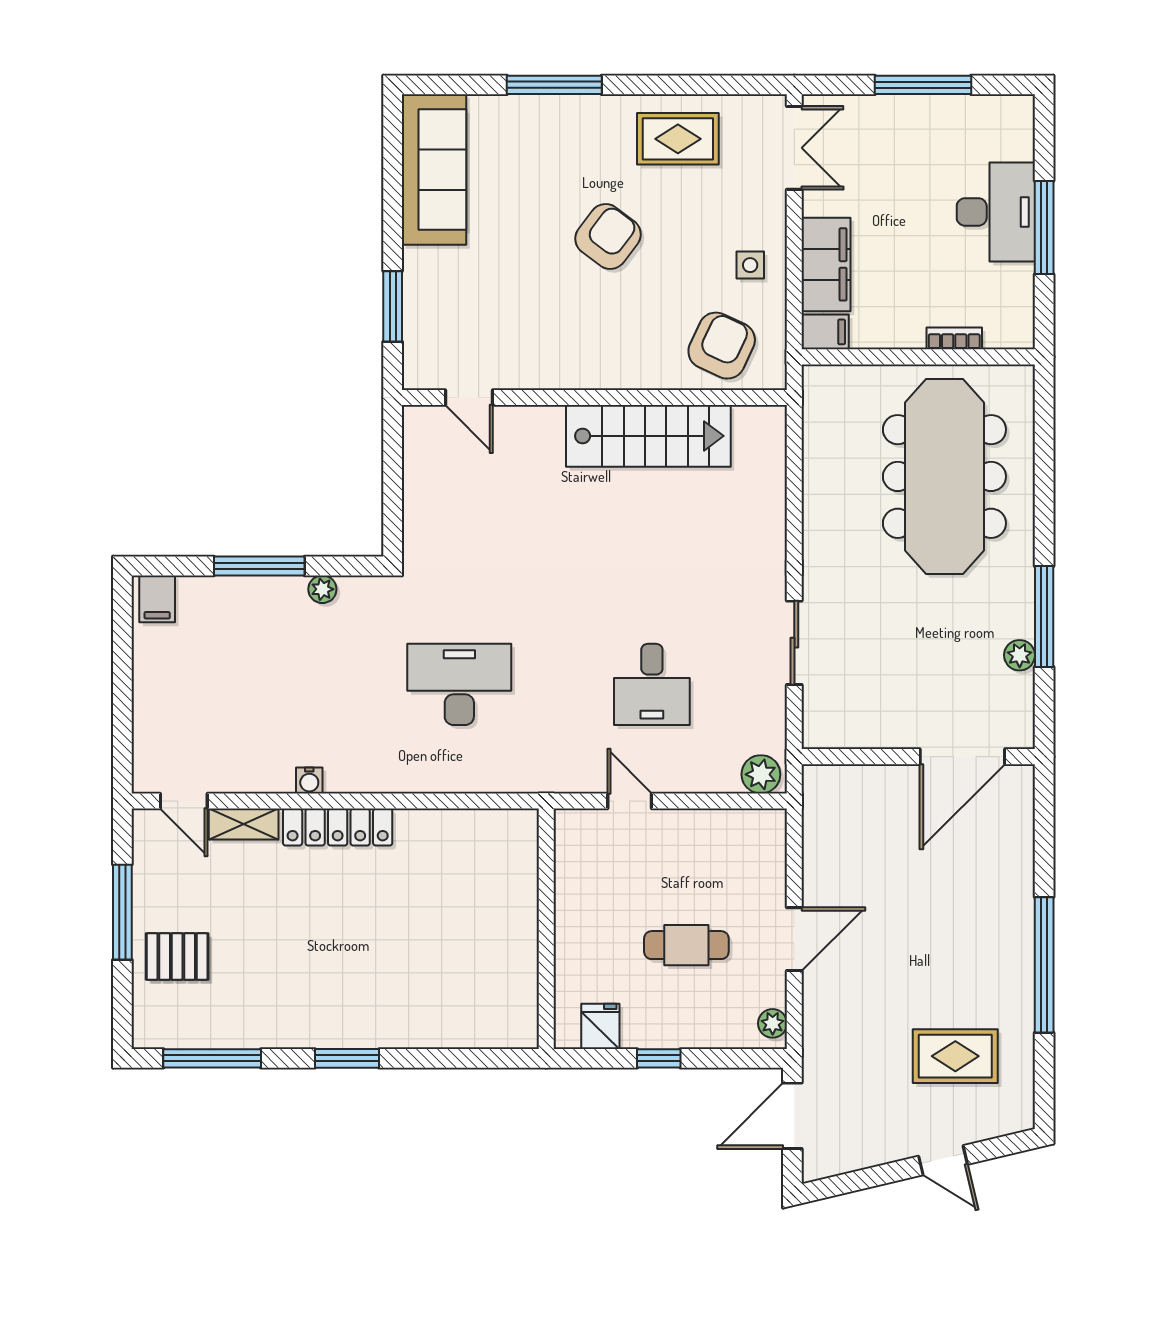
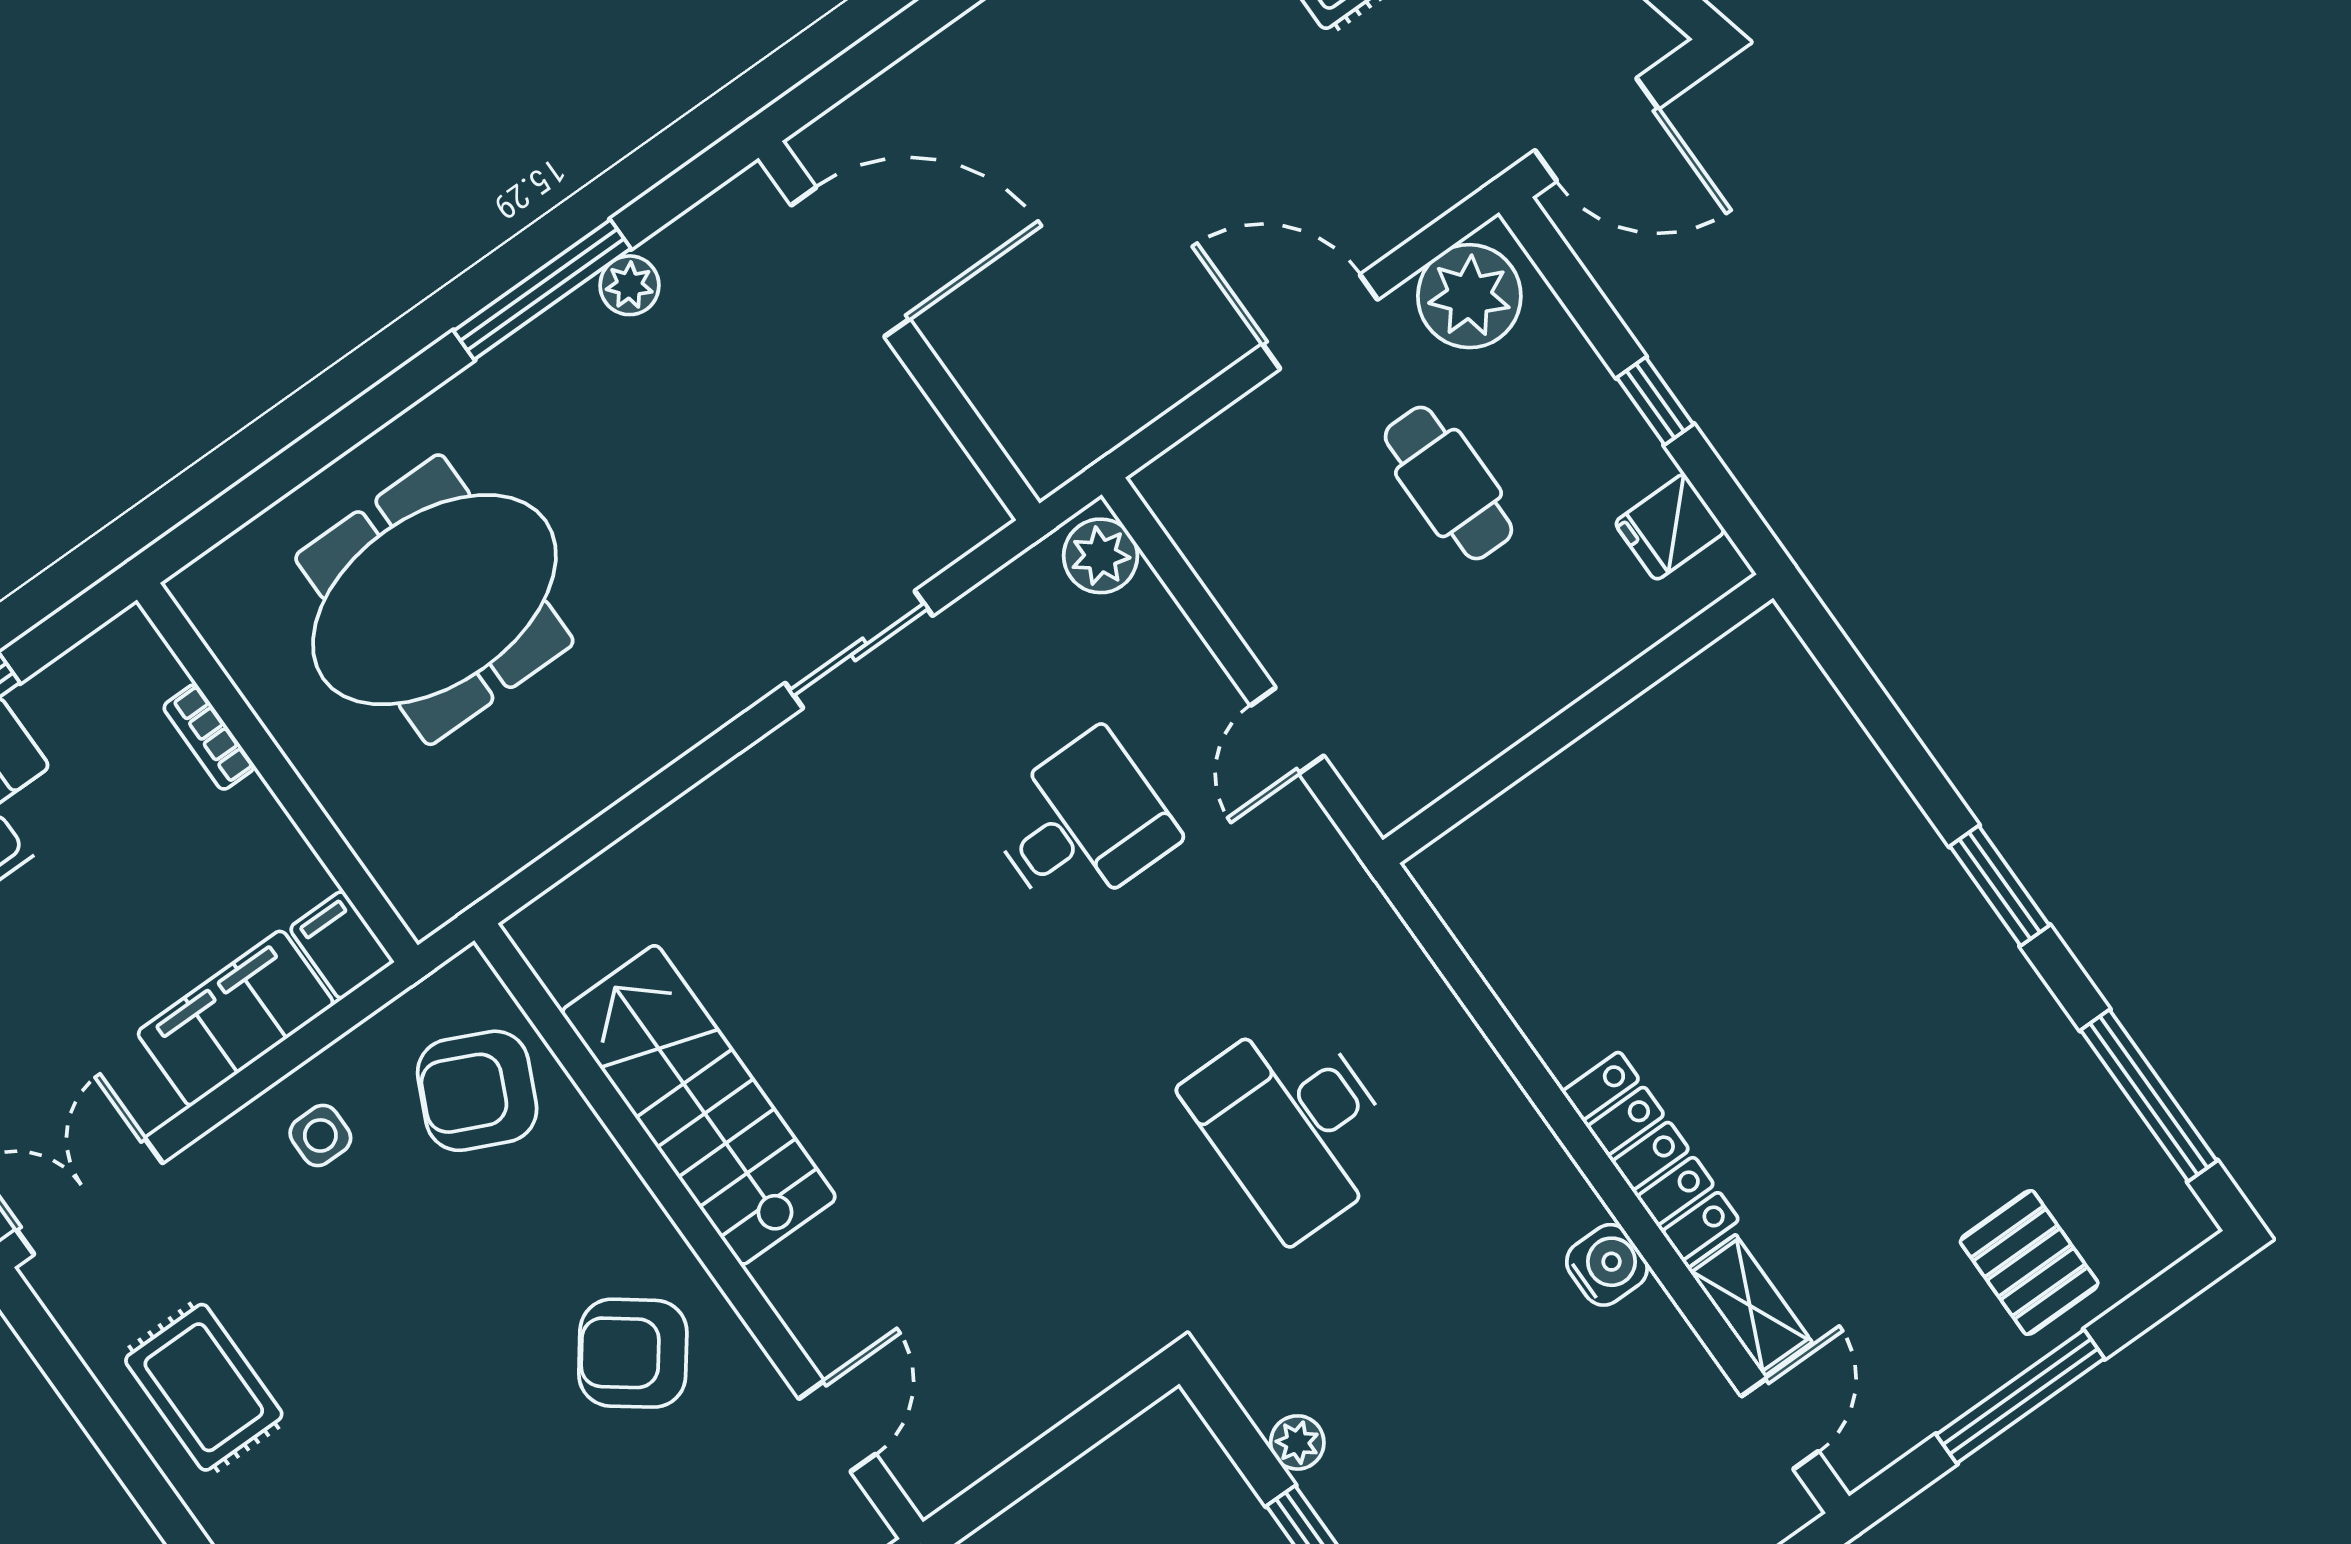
armchair: (608, 236) -> (633, 1353), moved
meeting table: (944, 476) -> (434, 600), width x0.73
water cooler: (309, 780) -> (1607, 1265), width x1.38, depth x1.38
plant: (773, 1023) -> (1469, 296), width x1.87, depth x1.87

